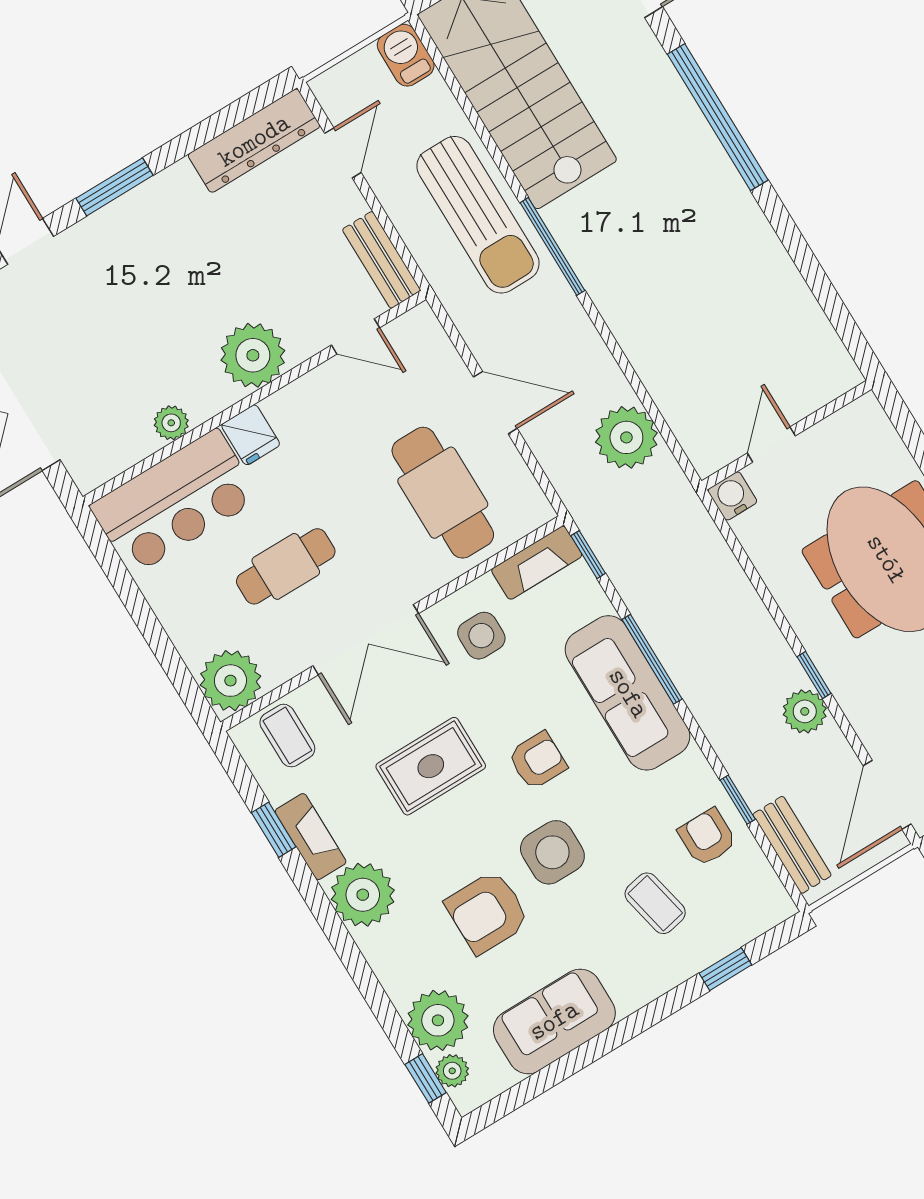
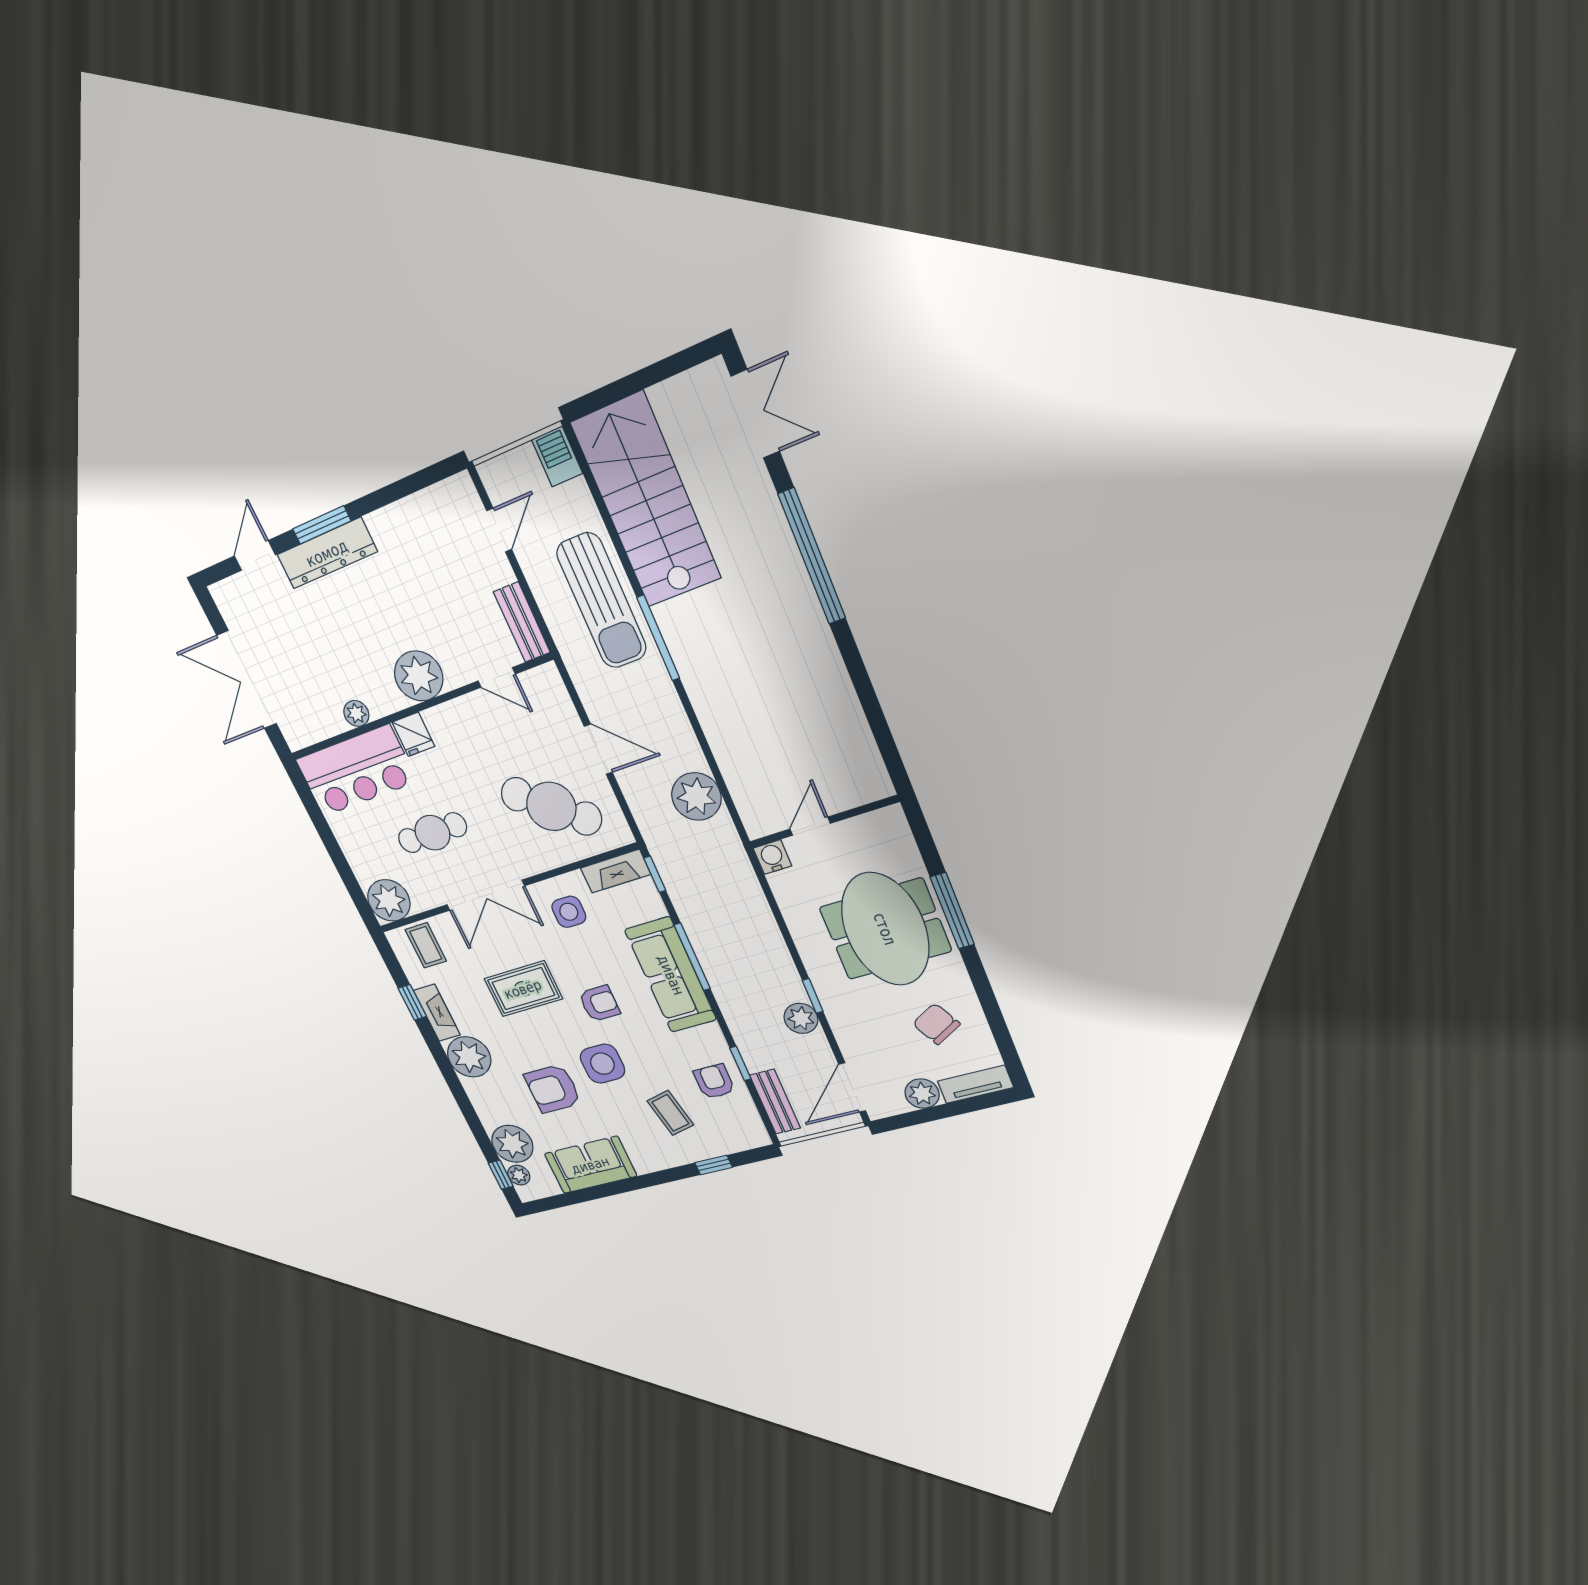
dresser: (254, 141) -> (327, 553), moved
cafe table: (443, 493) -> (551, 806), turned -51

